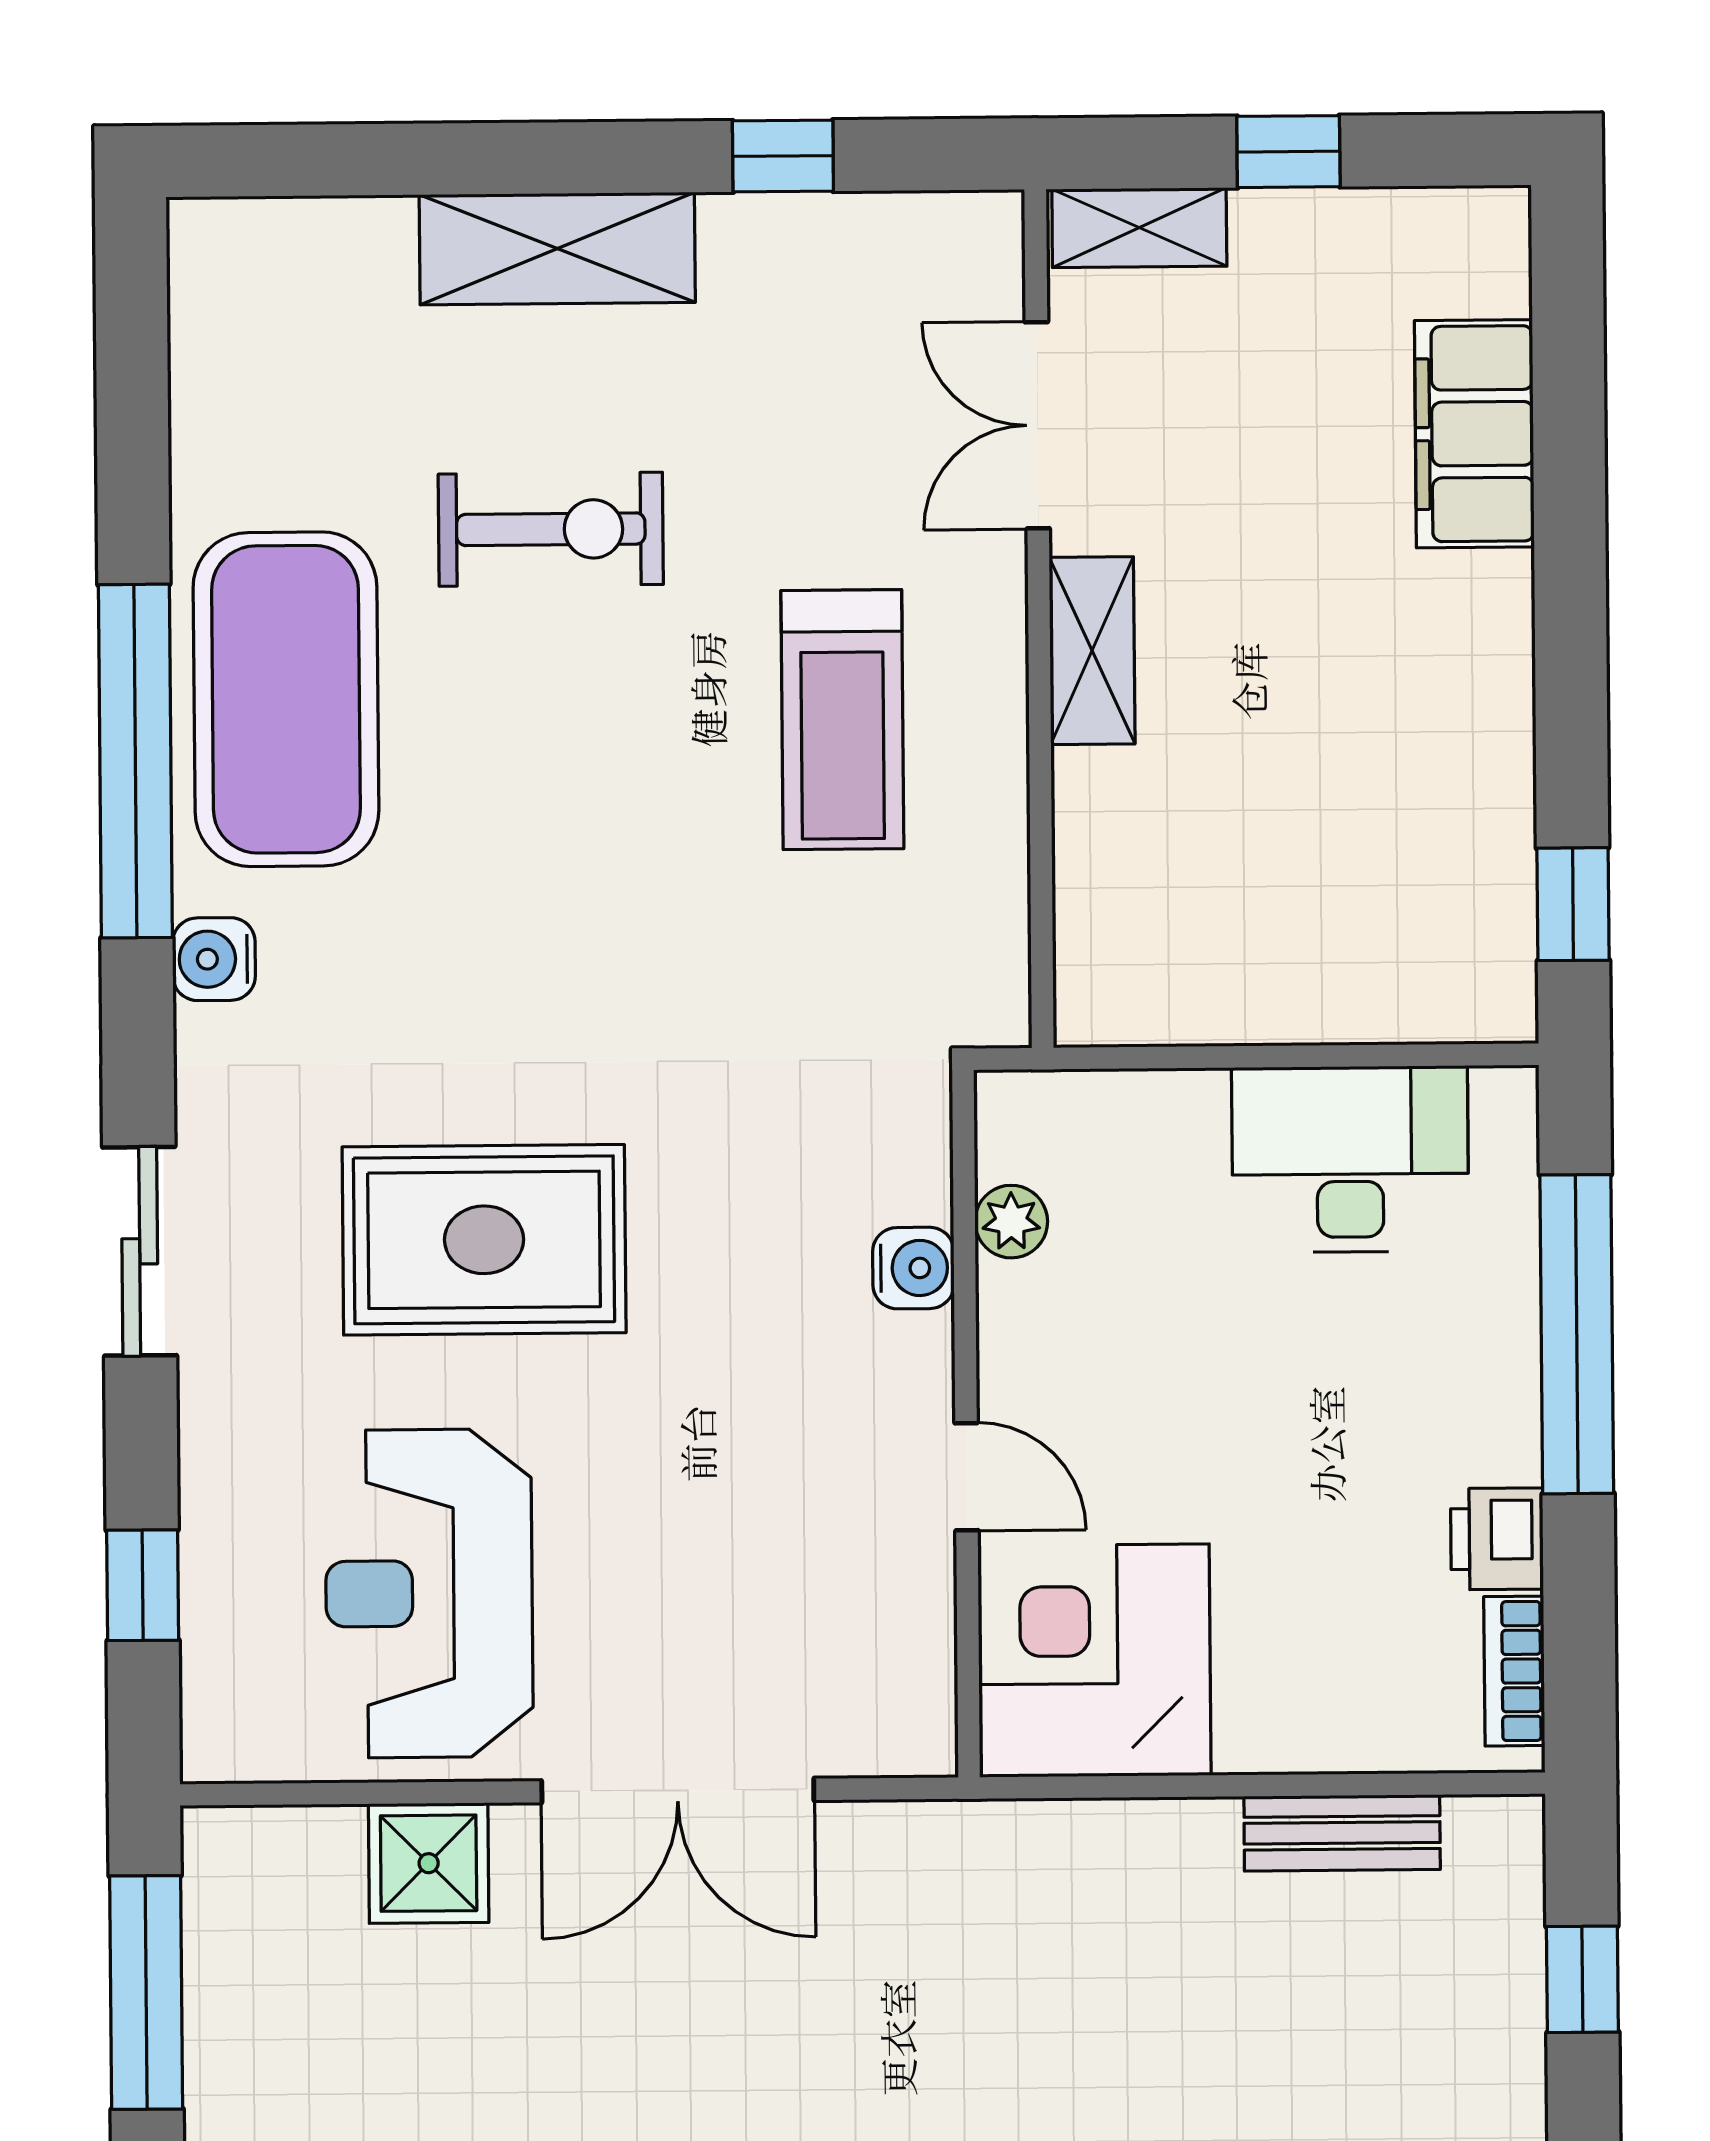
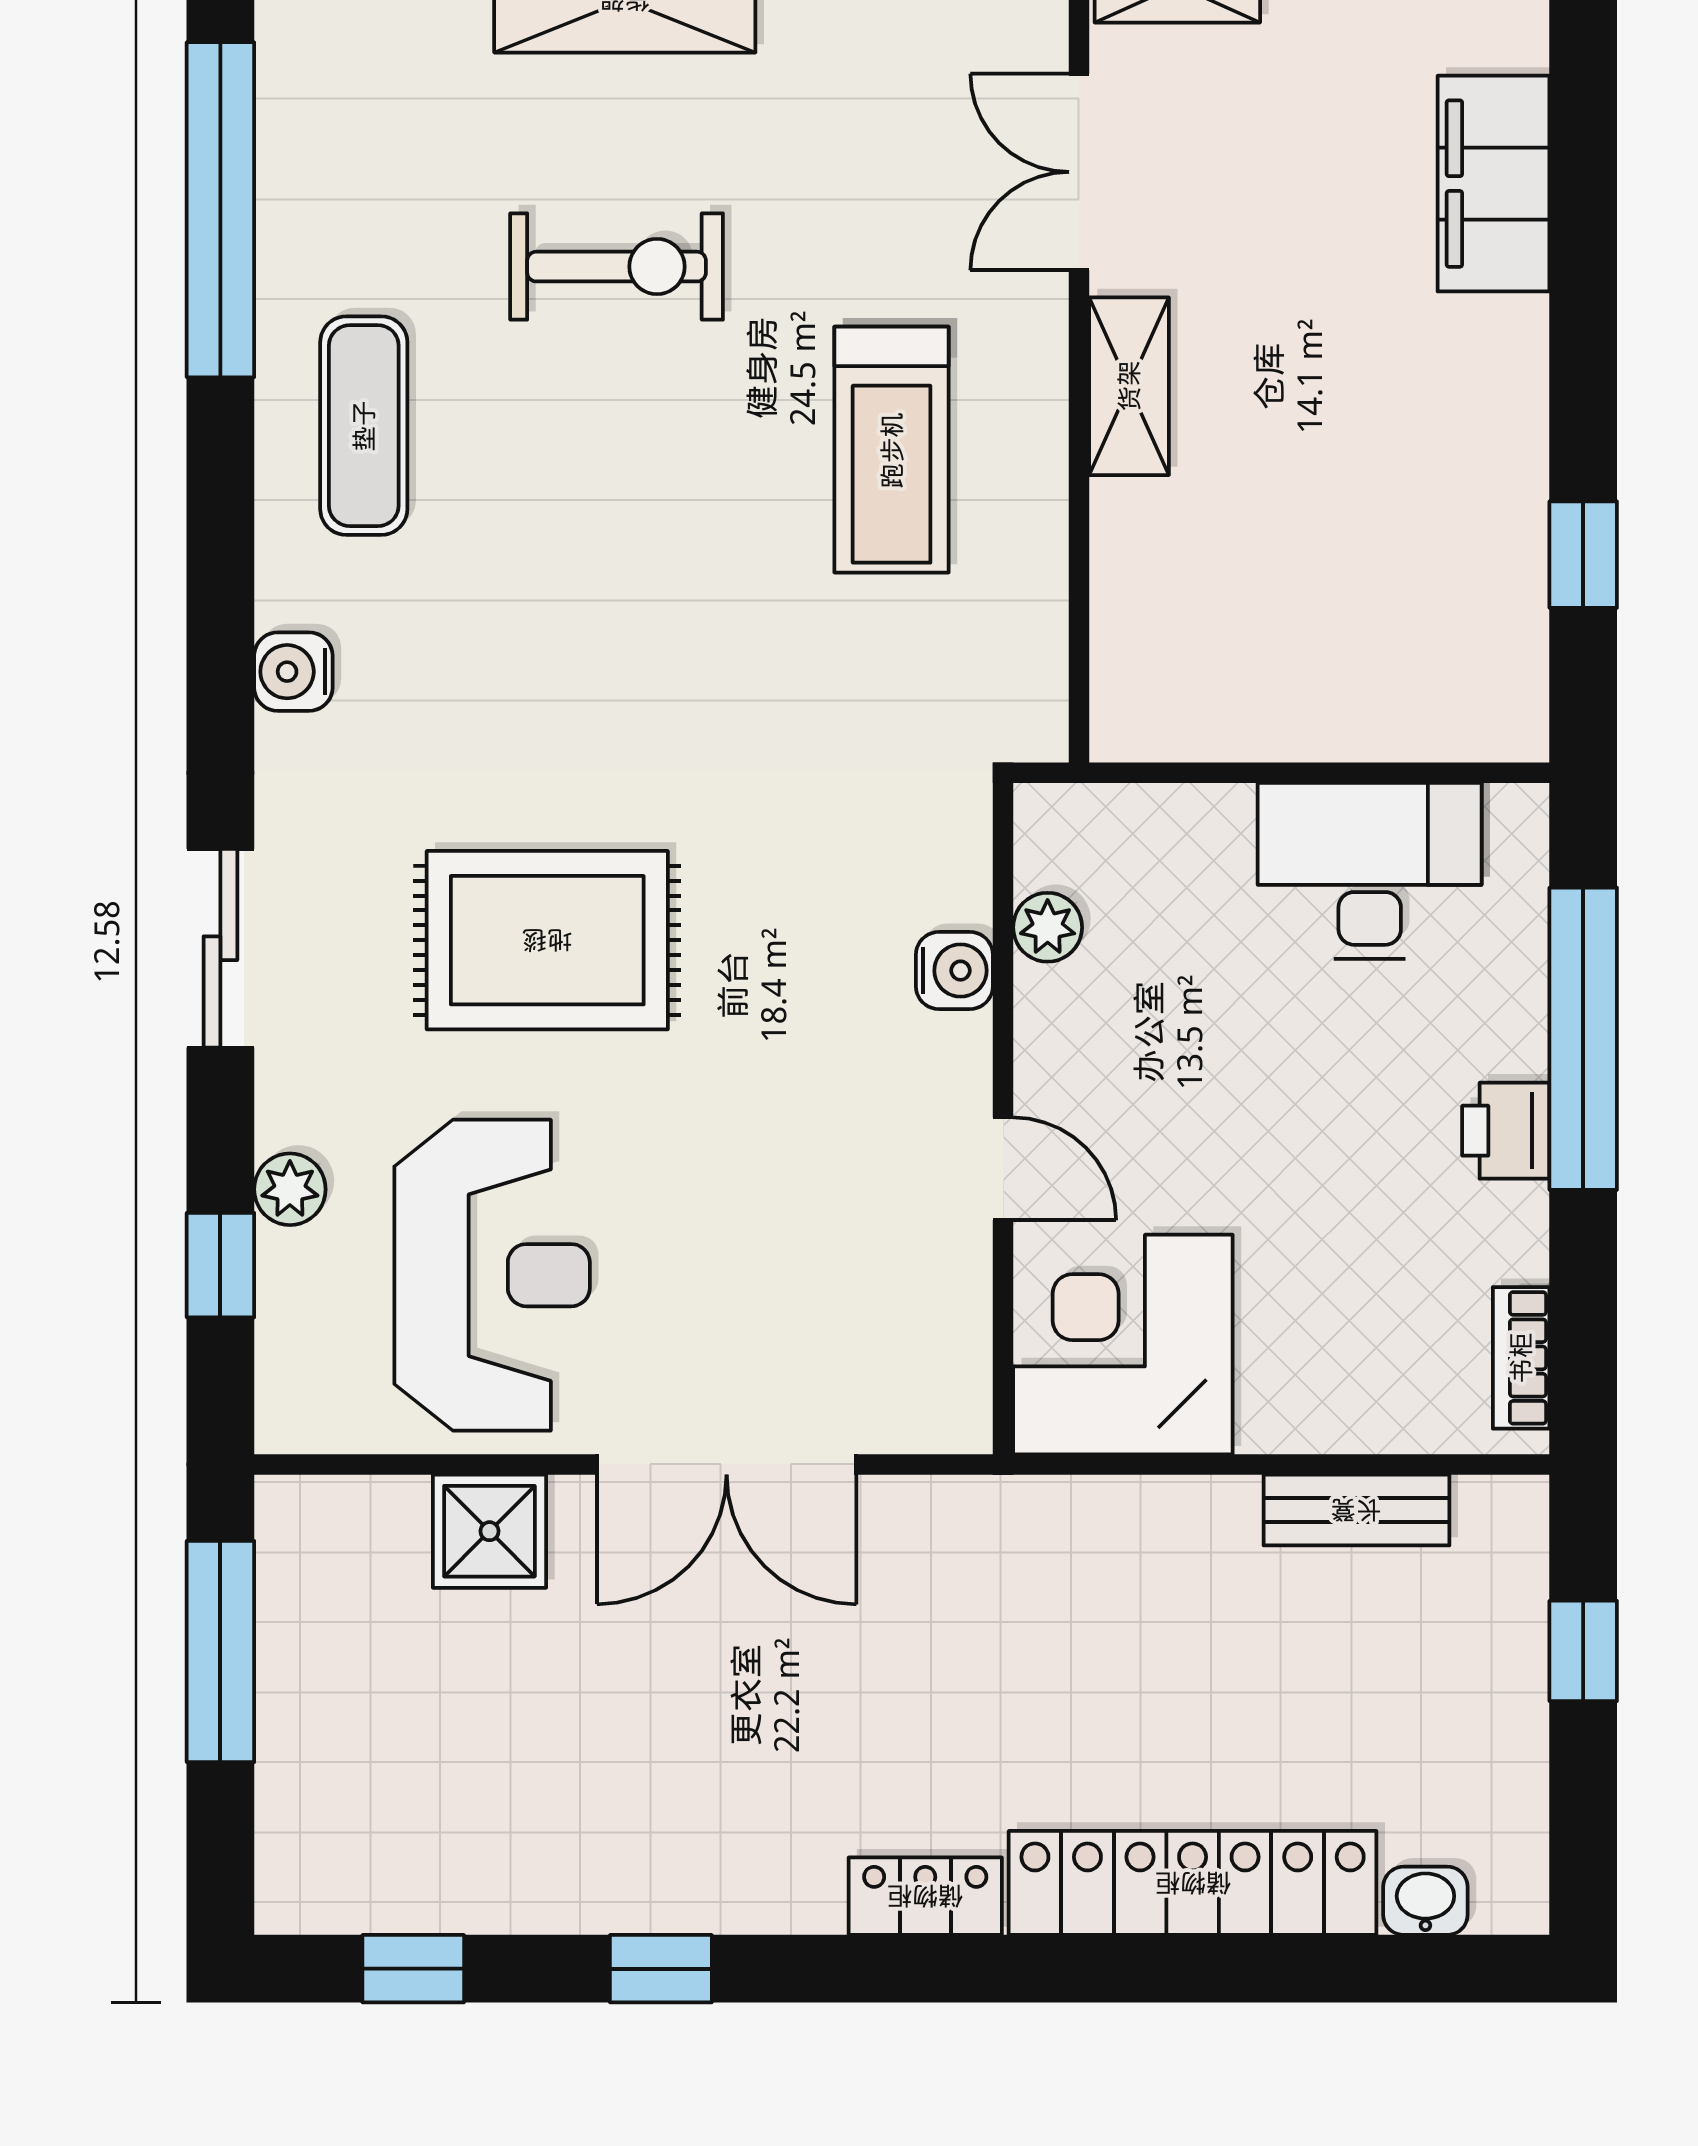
exercise mat: (286, 699) -> (364, 426), width x0.50, depth x0.69
window: (135, 761) -> (220, 210), moved
window: (1573, 904) -> (1583, 555), moved
plant: (215, 1505) -> (290, 1189), added
printer: (1497, 1539) -> (1506, 1131), moved
reception desk: (429, 1593) -> (492, 1275), turned 180

